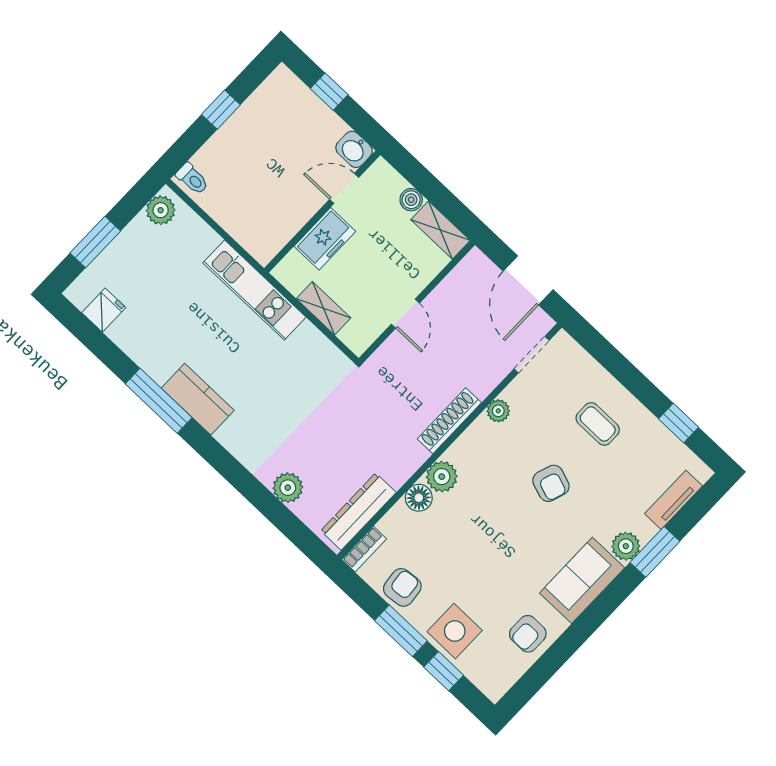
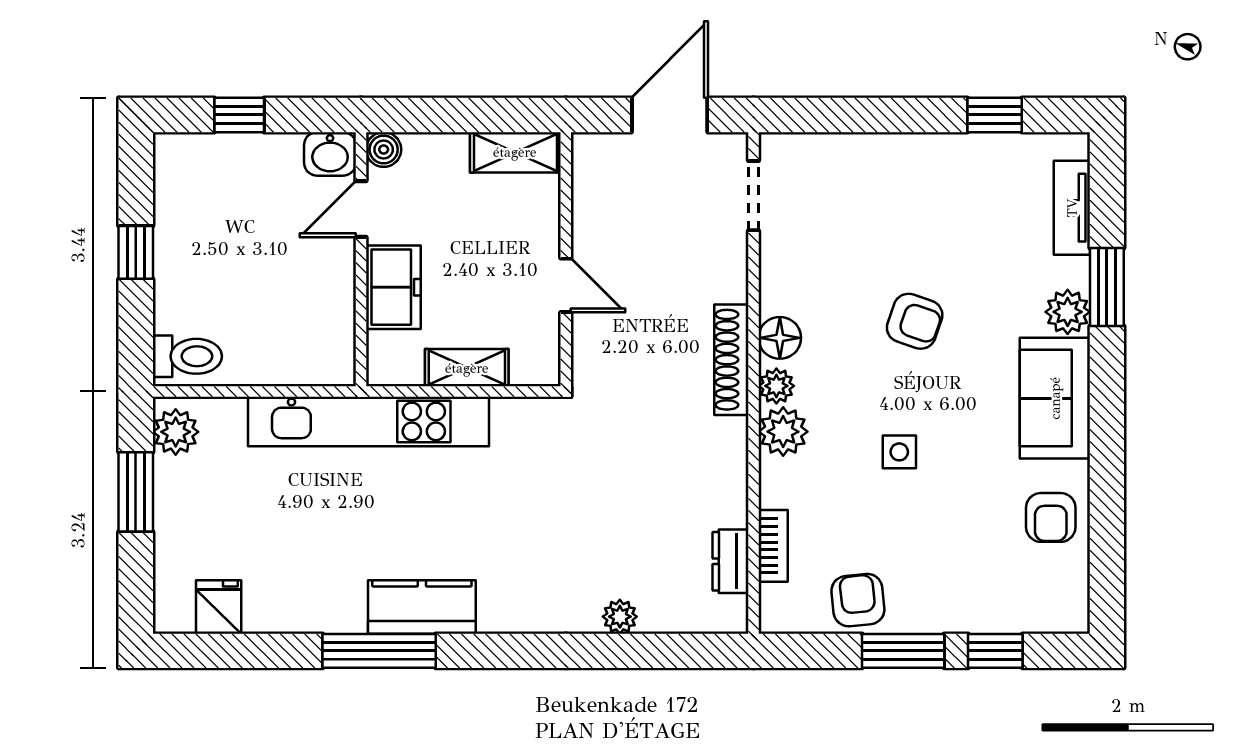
toilet: (192, 179) -> (187, 356), width x1.37, depth x1.39
boiler: (411, 200) -> (384, 150), moved
window: (95, 242) -> (136, 492), moved
door: (528, 280) -> (670, 115), swing flipped
kitchen unit: (254, 290) -> (368, 421), width x1.36
plant: (498, 411) -> (776, 386), moved
coffee table: (598, 424) -> (904, 203), removed
plant: (288, 488) -> (620, 617), width x0.73, depth x0.73
floor lamp: (419, 498) -> (780, 338), moved
dresser: (358, 512) -> (730, 561), width x0.51, depth x0.80
bookcase: (364, 549) -> (773, 546), moved
side table: (455, 631) -> (899, 452), moved, width x0.54, depth x0.54

